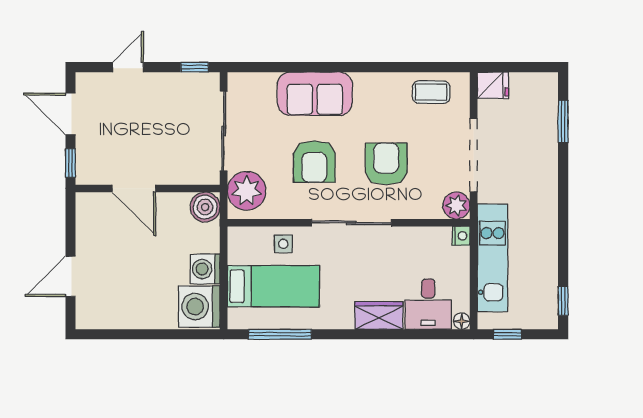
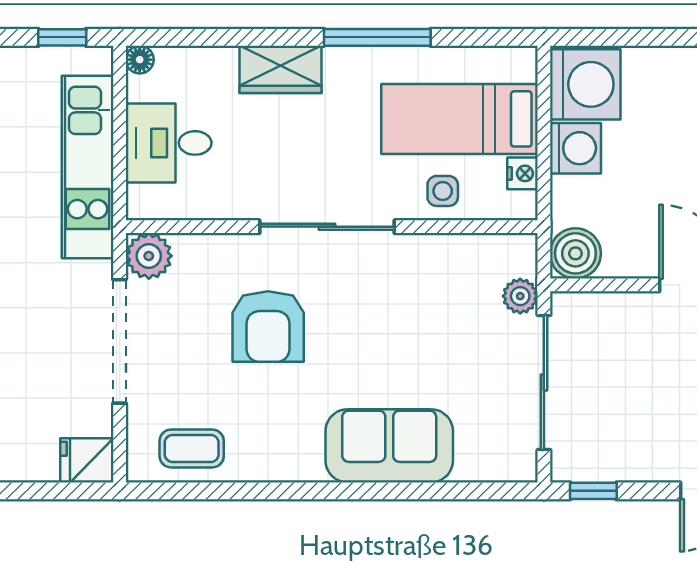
armchair: (314, 162) -> (390, 331), removed
plant: (247, 191) -> (520, 296), width x0.53, depth x0.53
nightstand: (461, 236) -> (523, 173), moved, turned 180
desk: (428, 304) -> (169, 143), moved, turned -90
window: (280, 334) -> (377, 37), moved

